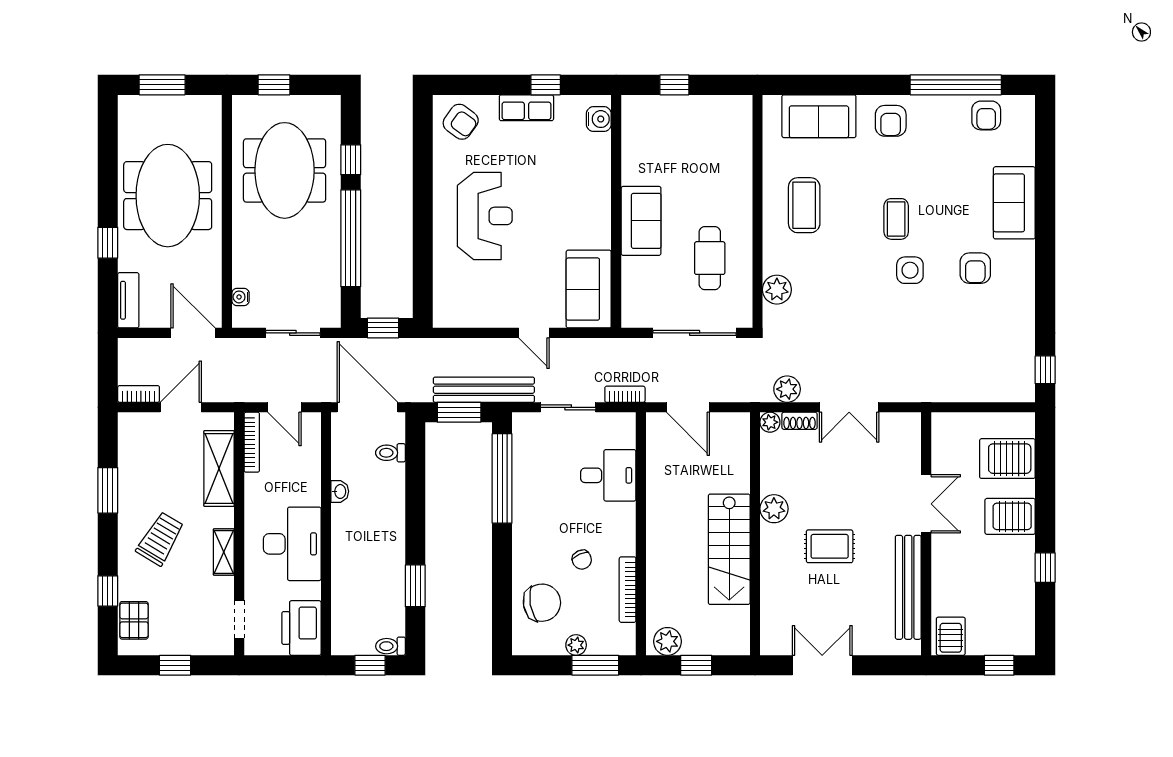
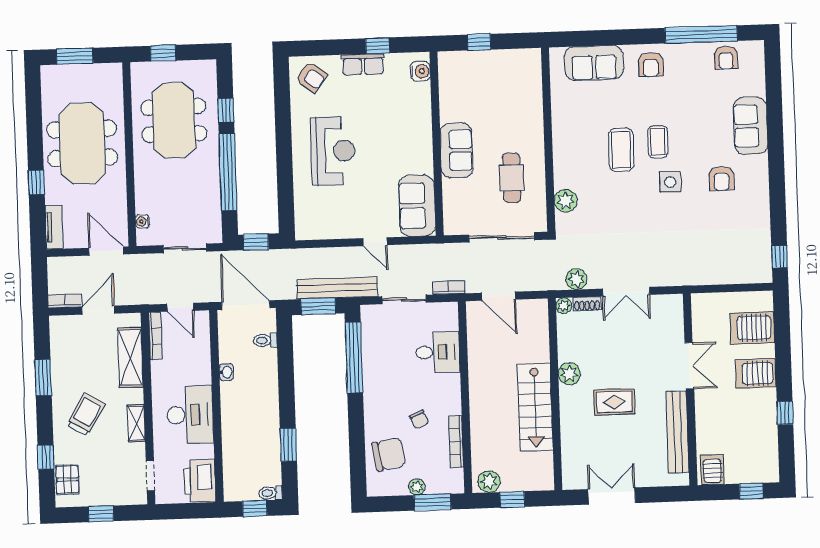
coffee table: (804, 205) -> (621, 150), moved

